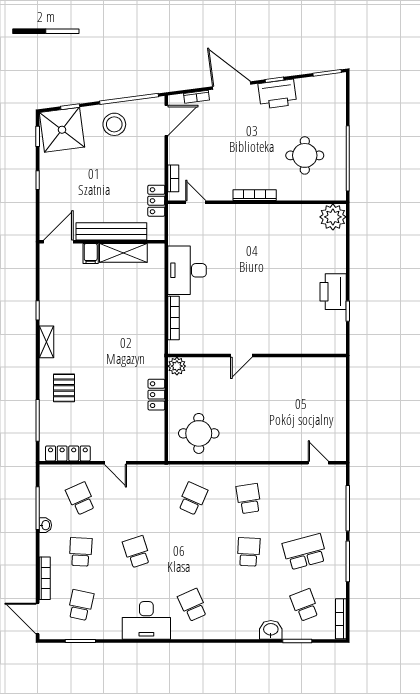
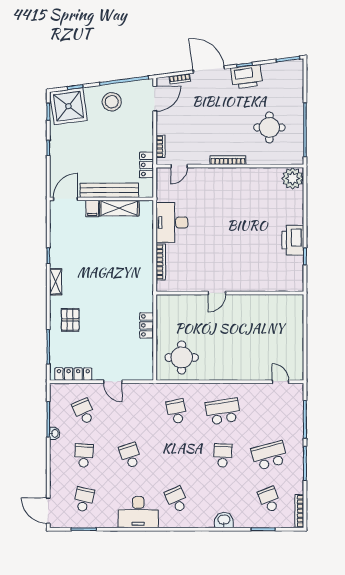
door: (196, 202) -> (179, 166), swing flipped
plant: (177, 366) -> (163, 302), removed
school desk: (193, 499) -> (177, 411), turned -36
school desk: (249, 499) -> (223, 411), width x1.85
bookcase: (45, 578) -> (54, 477), removed
washbasin: (271, 630) -> (224, 520), moved

